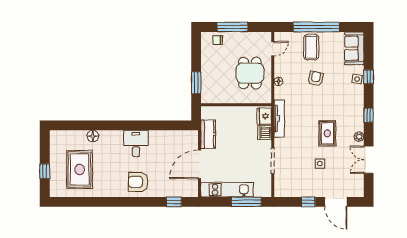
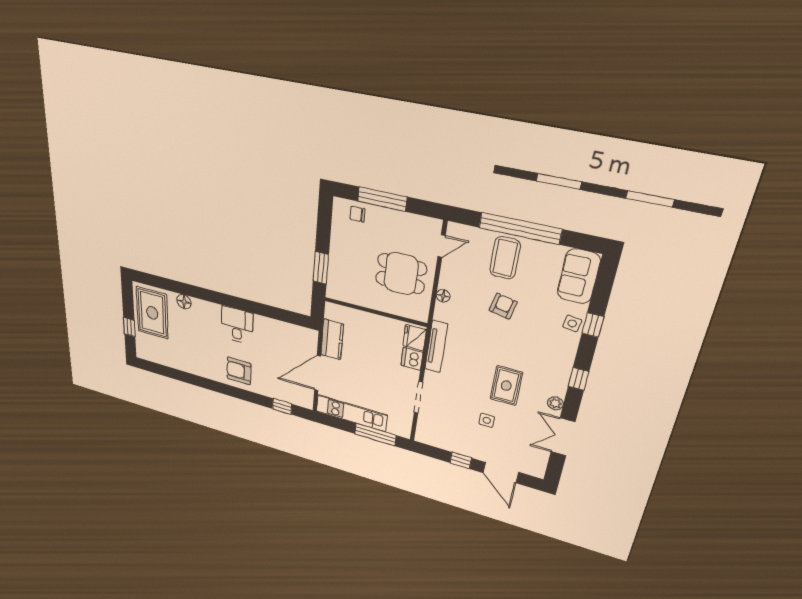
dining table: (250, 73) -> (401, 274), turned 90
rug: (80, 170) -> (152, 313), moved

